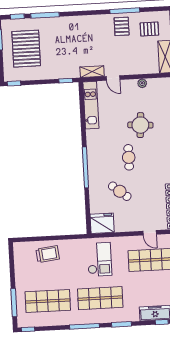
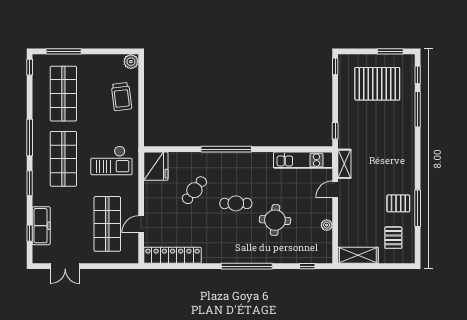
plant: (19, 248) -> (131, 62), added

